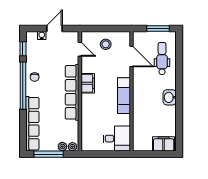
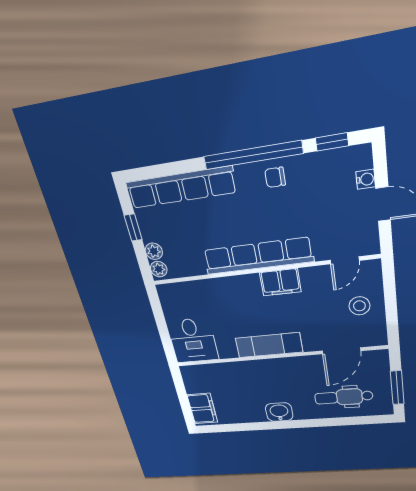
dental chair: (162, 59) -> (344, 397), turned 180
window: (49, 154) -> (133, 227), width x0.46

